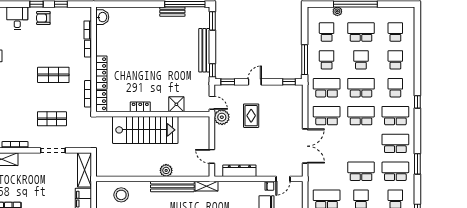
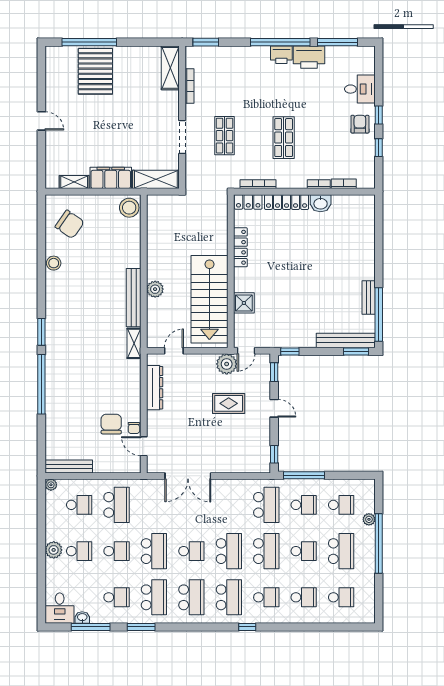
washbasin: (102, 17) -> (321, 203), moved
bench: (204, 50) -> (346, 340), moved
locker: (140, 107) -> (240, 247), width x1.53
school desk: (327, 116) -> (191, 551), moved, width x0.54
stairs: (145, 130) -> (209, 299), moved
window: (417, 164) -> (141, 627), moved
stool: (121, 195) -> (129, 208), moved

